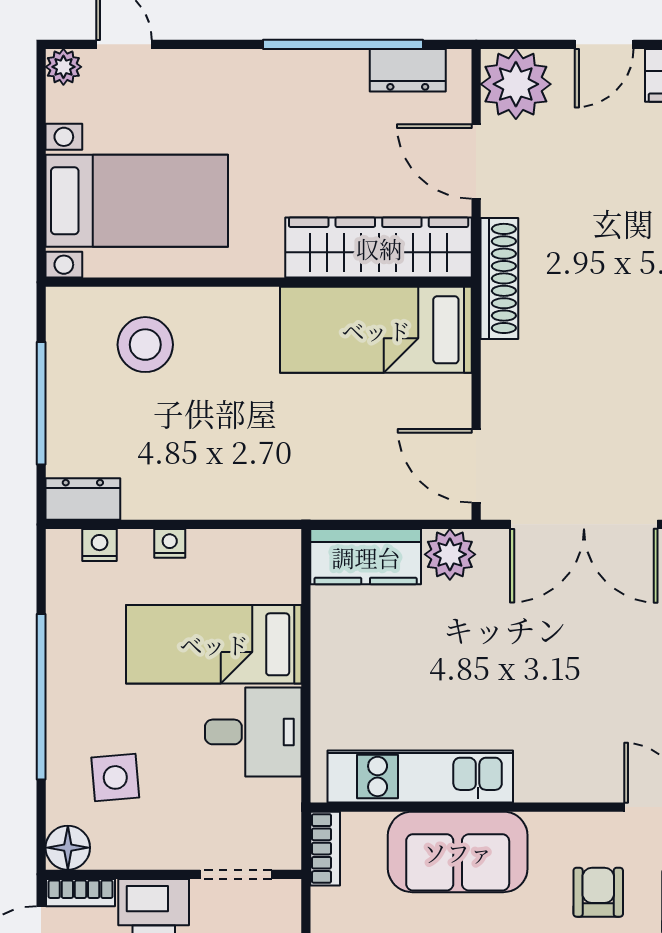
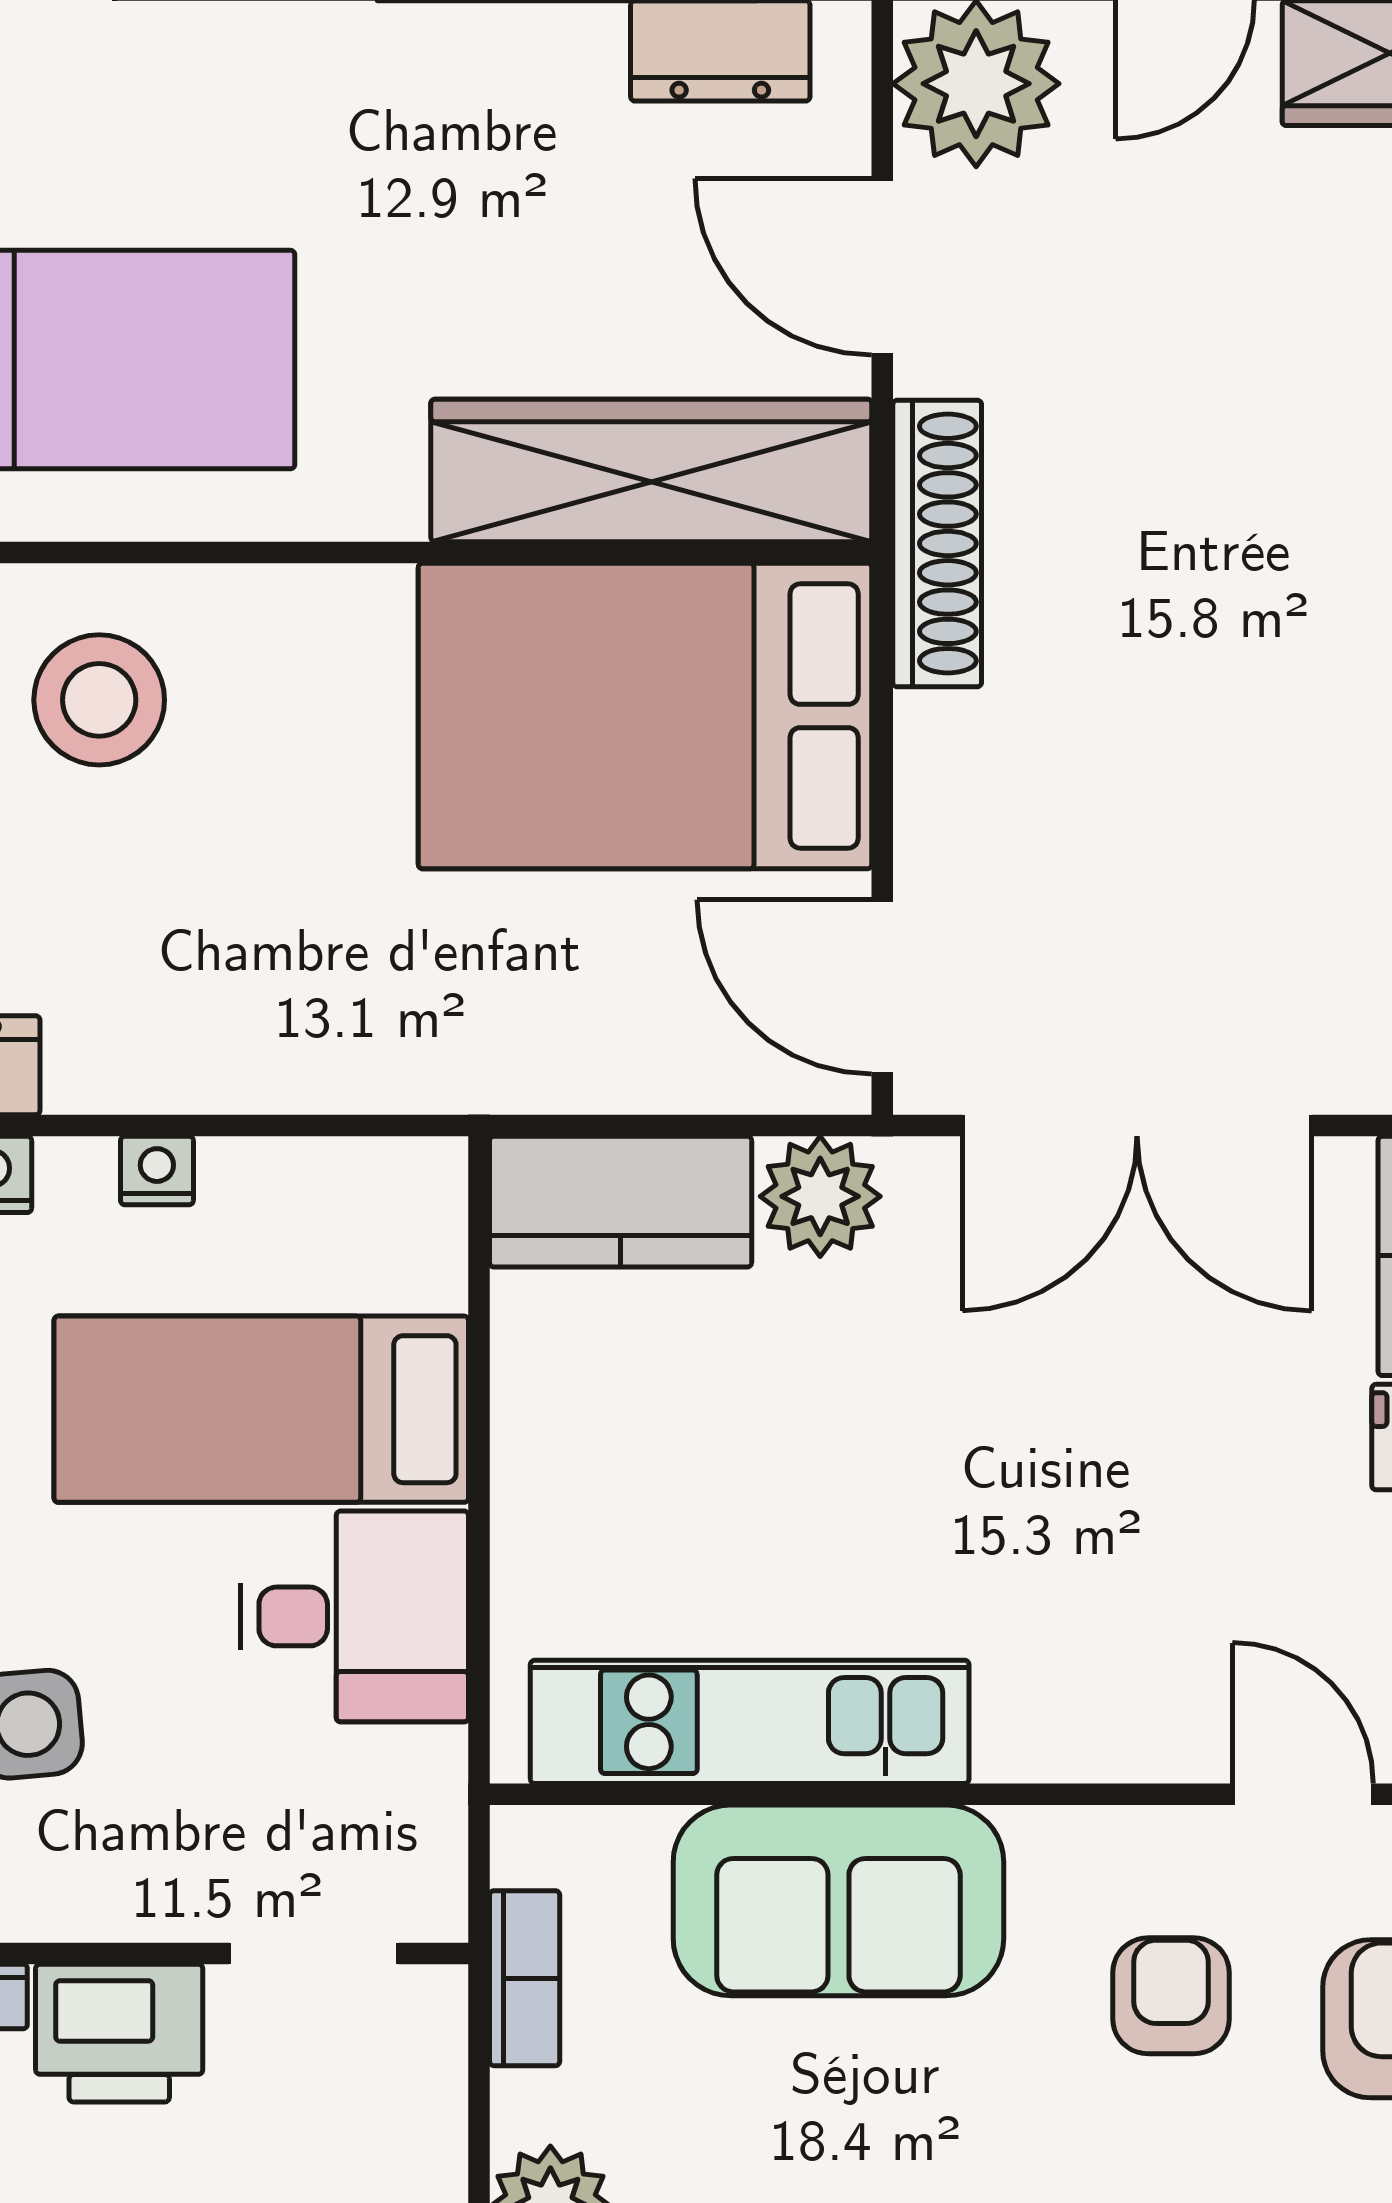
bed: (376, 330) -> (645, 716), width x1.50
bookcase: (325, 849) -> (525, 1978), moved

